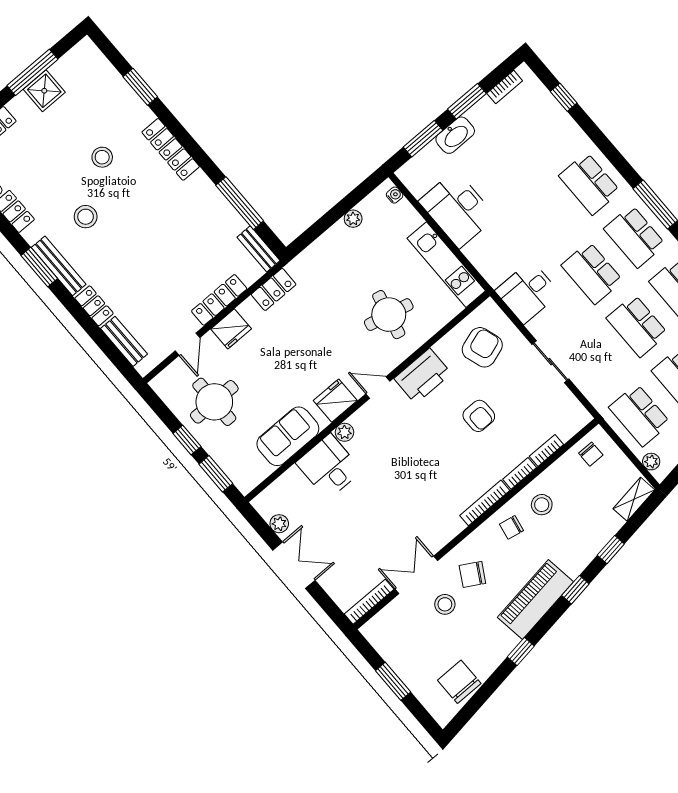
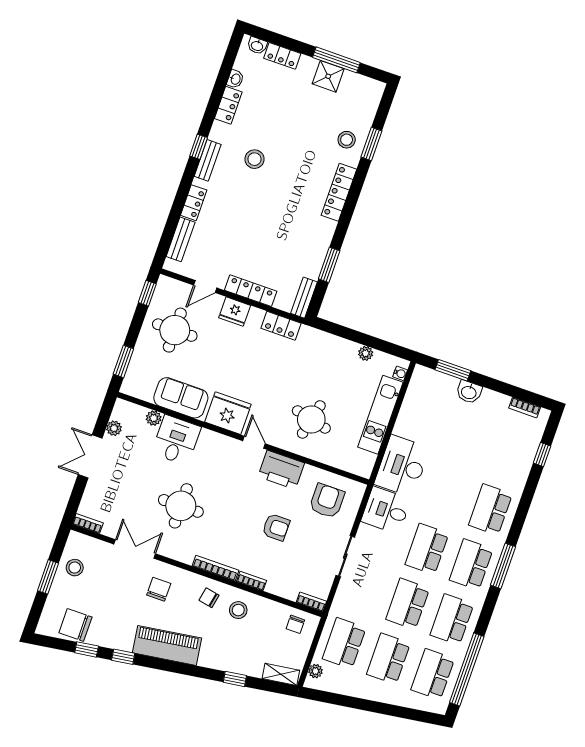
window: (467, 101) -> (498, 386), removed
washbasin: (455, 135) -> (469, 392), width x0.72
stool: (102, 157) -> (347, 140), moved
window: (240, 203) -> (329, 265), width x0.69
desk: (457, 209) -> (402, 466), moved
kitchen unit: (446, 265) -> (380, 415), moved
bench: (59, 266) -> (208, 160), width x0.73
window: (39, 267) -> (199, 147), width x0.67
armchair: (482, 347) -> (327, 501), turned -72
fridge: (335, 401) -> (228, 413), width x1.36, depth x1.34
armchair: (479, 416) -> (276, 527), turned -90
plant: (345, 432) -> (154, 418), moved
window: (187, 440) -> (147, 293), moved
bookcase: (546, 450) -> (311, 602), moved
round table: (400, 501) -> (181, 506), added
double door: (294, 565) -> (90, 456), swing flipped
chair: (472, 574) -> (159, 589), turned 60
window: (575, 590) -> (87, 649), moved
bookcase: (369, 602) -> (88, 523), width x0.64
stool: (445, 604) -> (75, 568), moved
chair: (459, 682) -> (75, 625), turned -90

